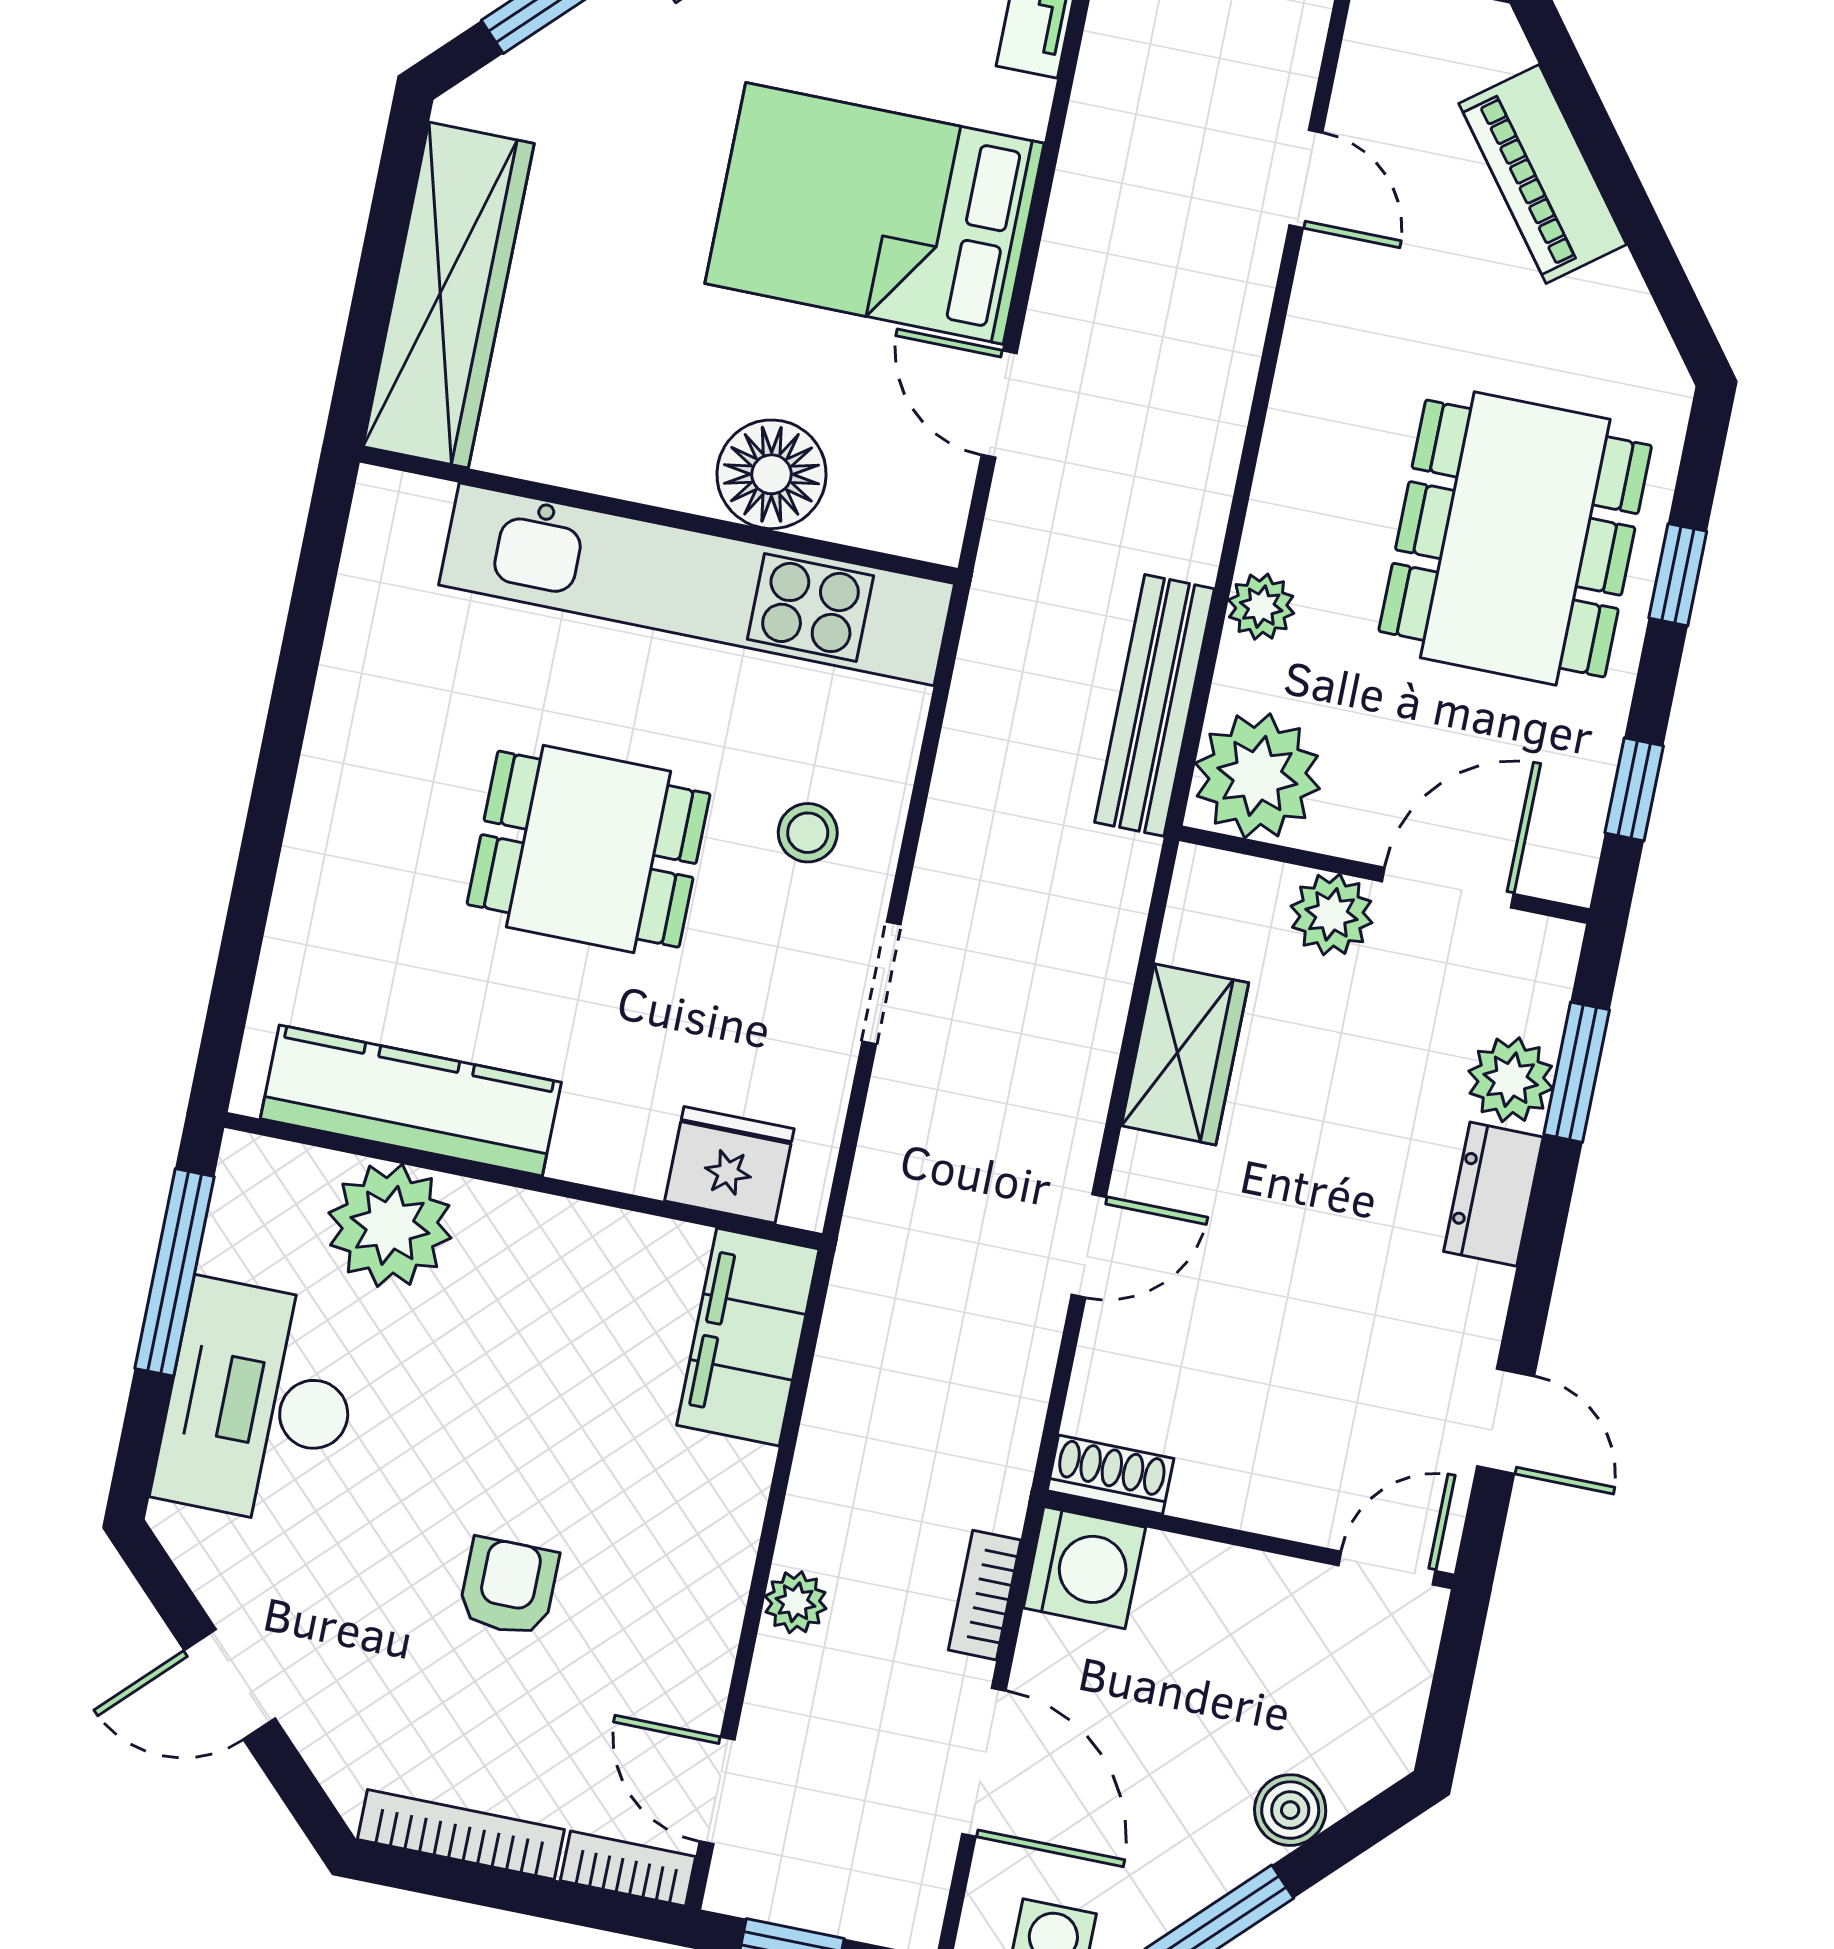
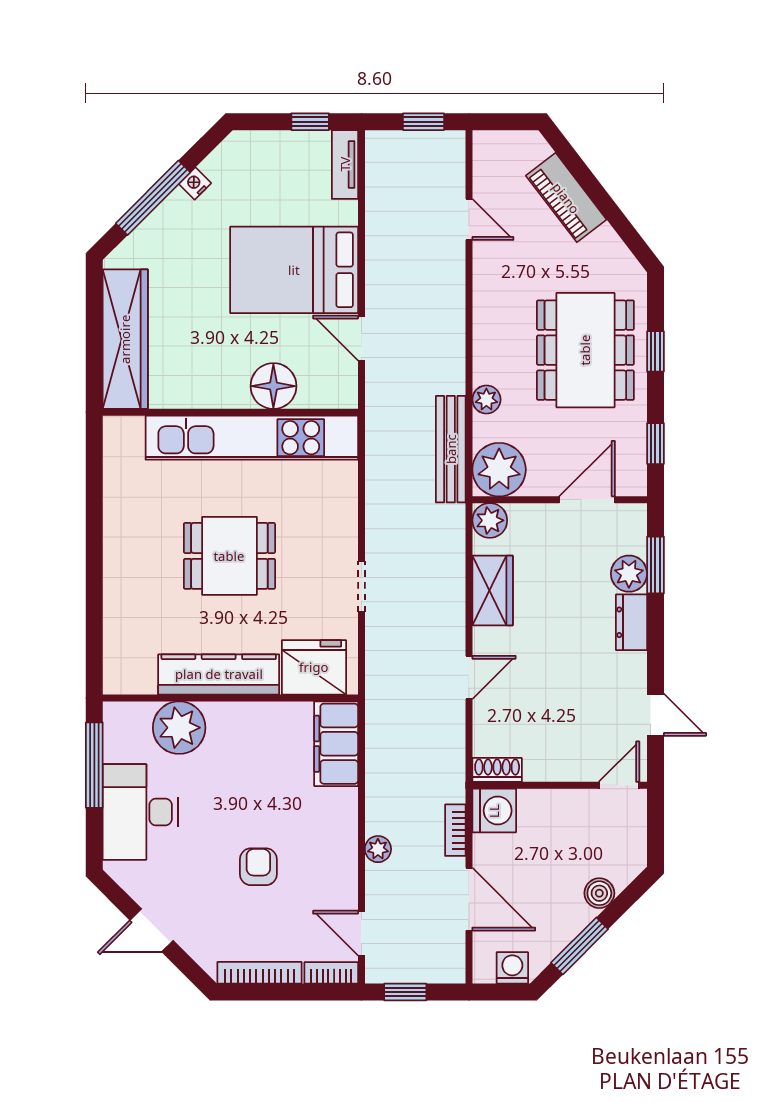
stool: (808, 833) -> (318, 531), removed
plant: (1332, 914) -> (490, 520), moved
kitchen counter: (411, 1100) -> (219, 674), moved
fridge: (729, 1165) -> (314, 667), width x1.36, depth x1.34

